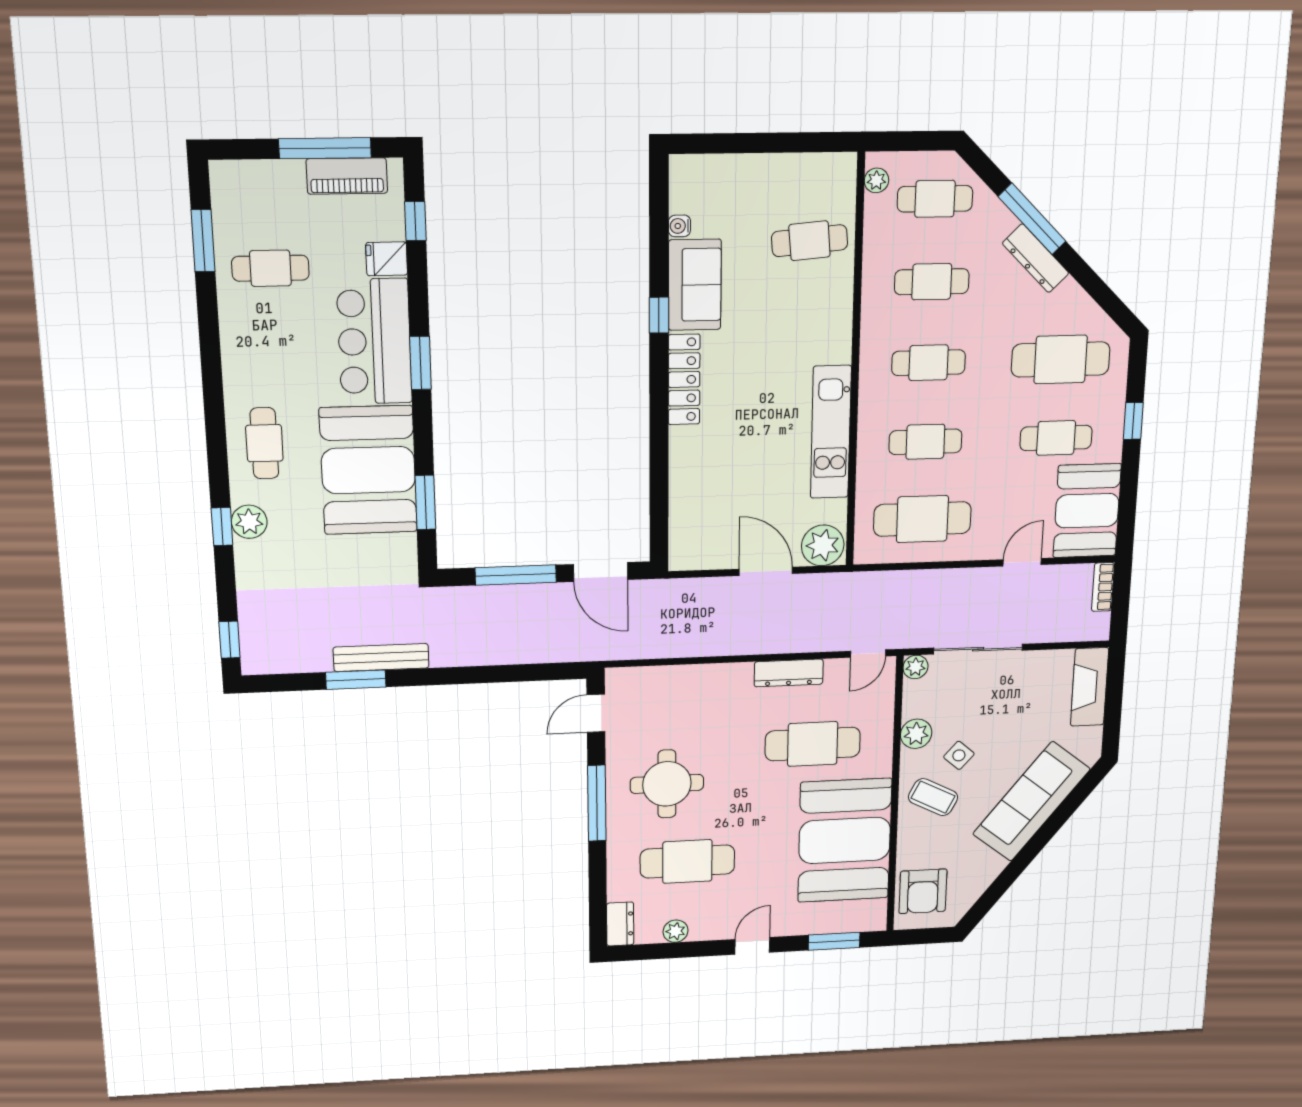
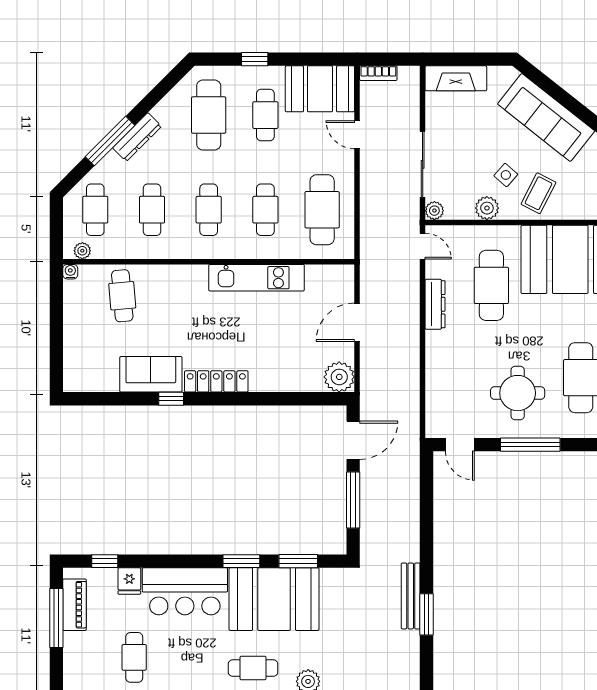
water cooler: (679, 226) -> (70, 272), moved, turned 180
window: (420, 363) -> (241, 561), moved
plant: (823, 545) -> (339, 377), moved

